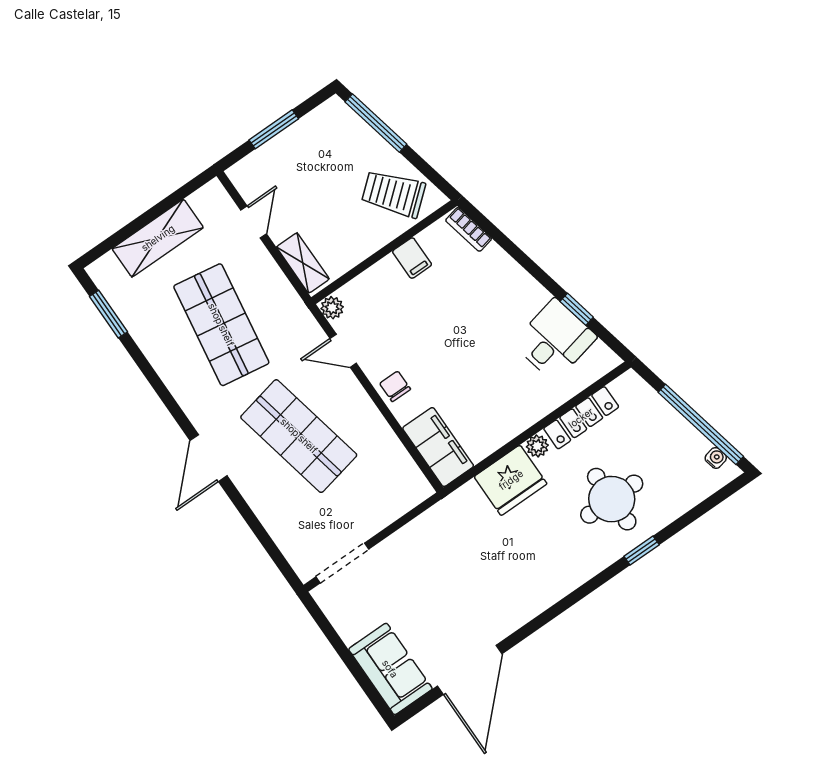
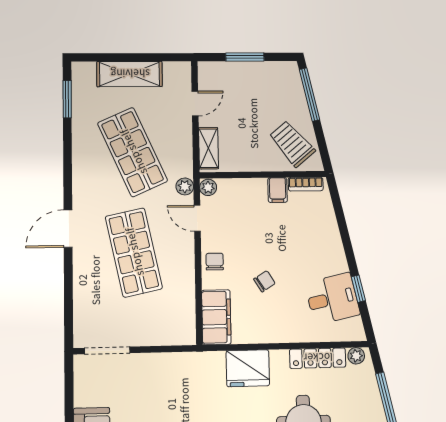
bookcase: (469, 229) -> (306, 184), moved, turned -78
plant: (305, 324) -> (185, 186), added
shop shelf: (221, 325) -> (133, 152), turned -33
chair: (465, 371) -> (264, 281), added
plant: (537, 446) -> (356, 356), moved

